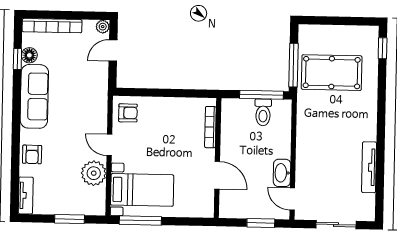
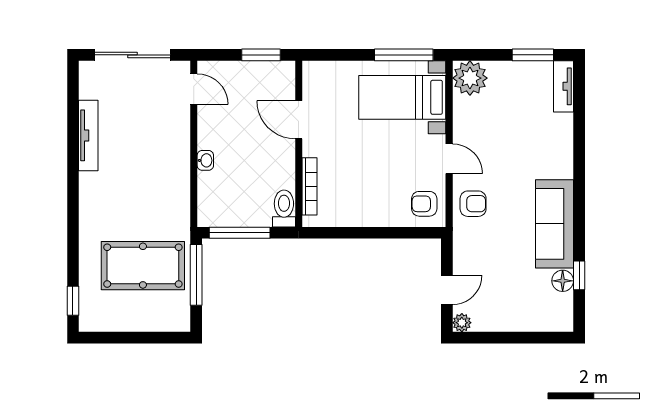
bookcase: (52, 26) -> (532, 323), removed
toilet: (263, 112) -> (284, 208), moved
armchair: (32, 154) -> (473, 204), moved, turned 90
plant: (94, 173) -> (470, 78), moved
washbasin: (282, 173) -> (205, 160), moved, width x0.52, depth x0.69
window: (70, 219) -> (533, 55), moved
window: (261, 223) -> (261, 55), moved
sliding door: (336, 225) -> (133, 55), width x1.37

